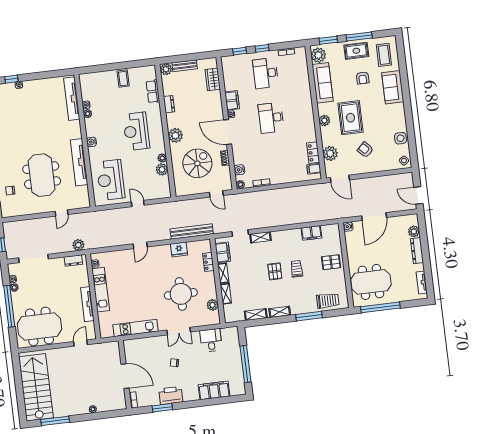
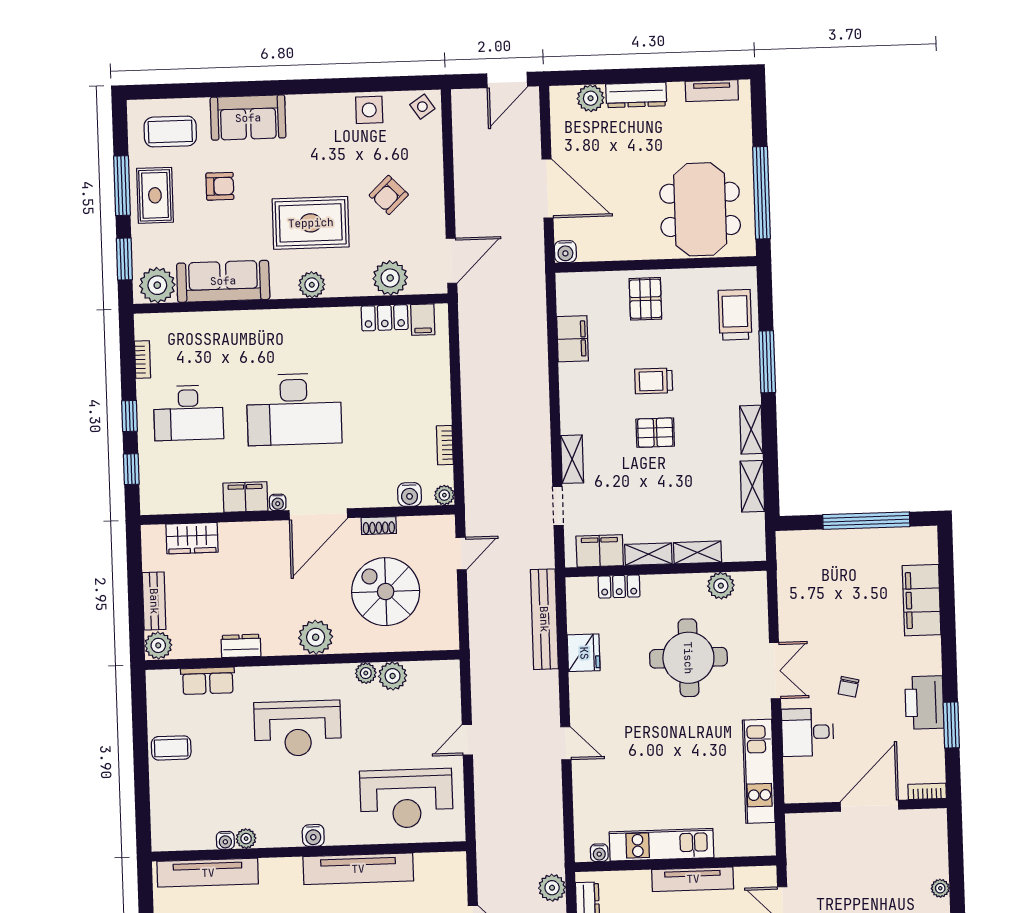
desk: (271, 118) -> (294, 409), width x1.36, depth x1.30
desk: (211, 340) -> (808, 732), moved

